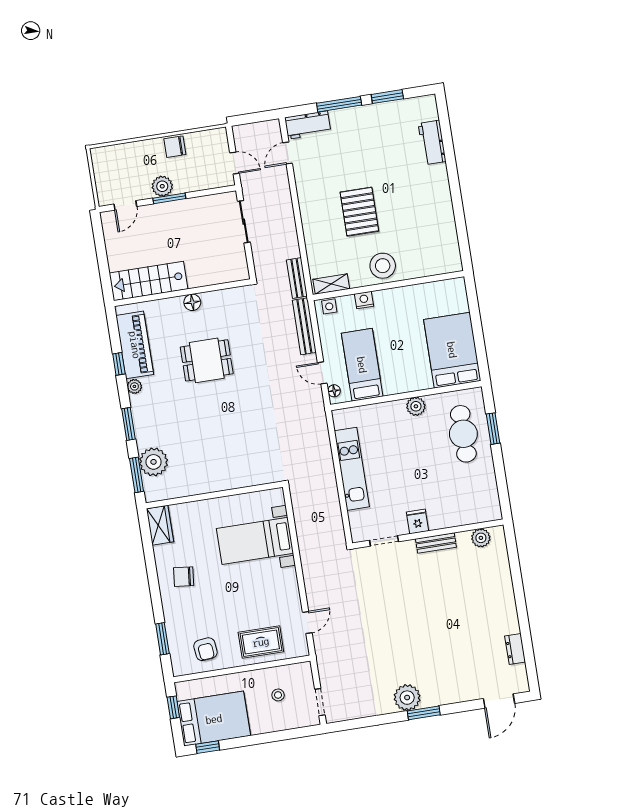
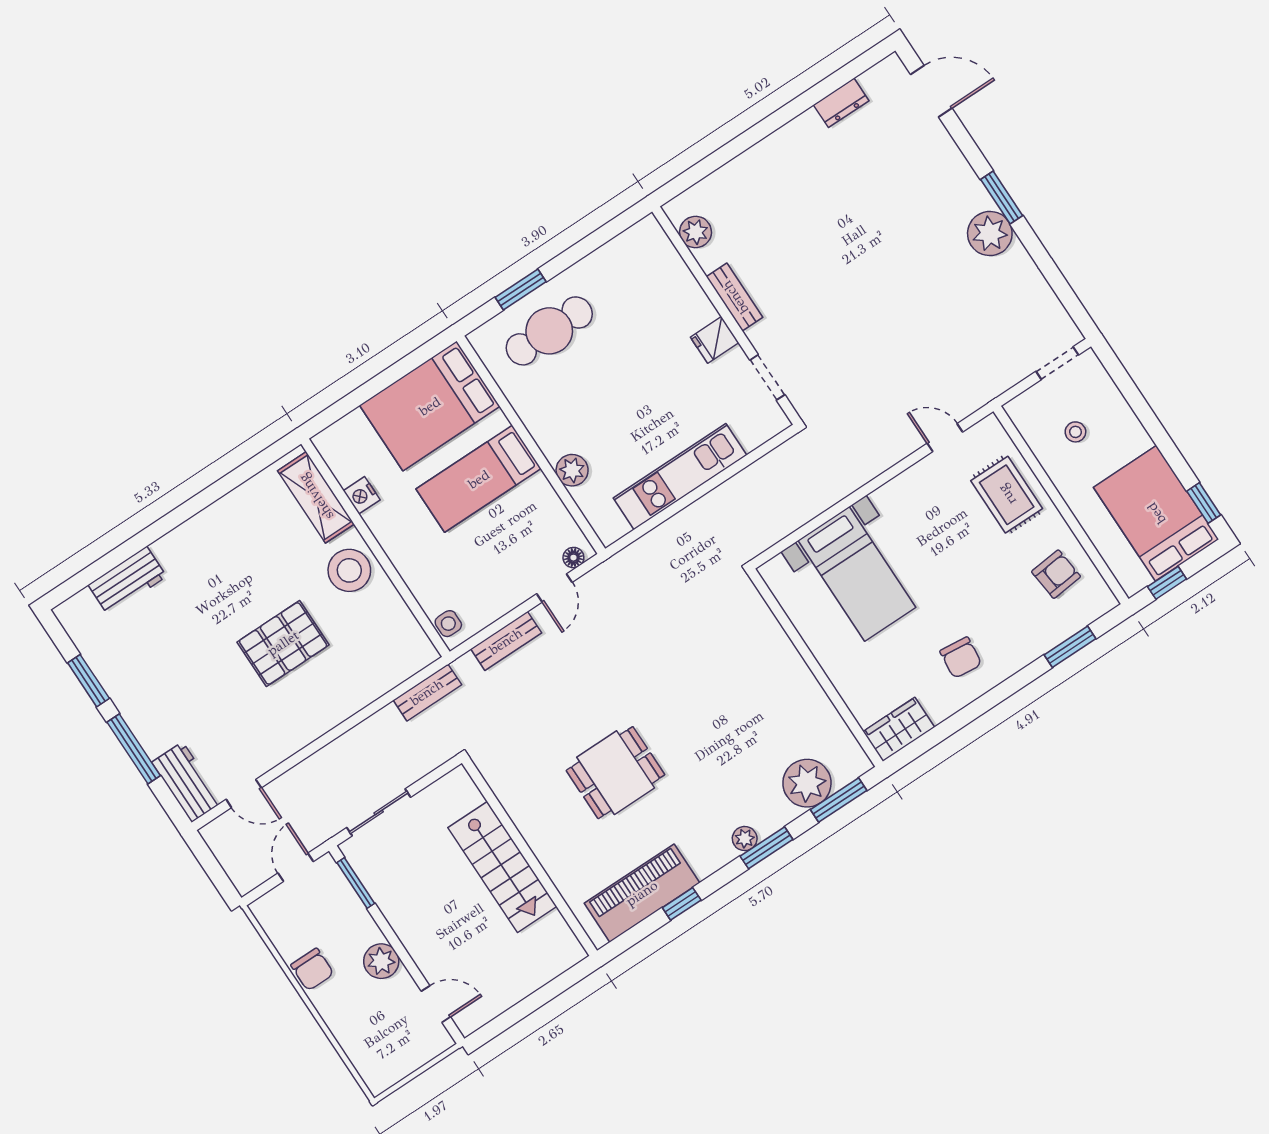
window: (169, 198) -> (356, 883), moved
stairs: (149, 281) -> (502, 867), moved
shelving: (331, 284) -> (316, 497), moved, width x1.50, depth x1.33
nightstand: (364, 300) -> (362, 495), moved
floor lamp: (192, 302) -> (537, 835), removed
bench: (304, 326) -> (506, 641), width x0.73
dining table: (207, 360) -> (616, 773), turned 90
bed: (362, 365) -> (479, 479), moved
plant: (134, 386) -> (745, 839), moved
plant: (416, 406) -> (572, 470), moved

